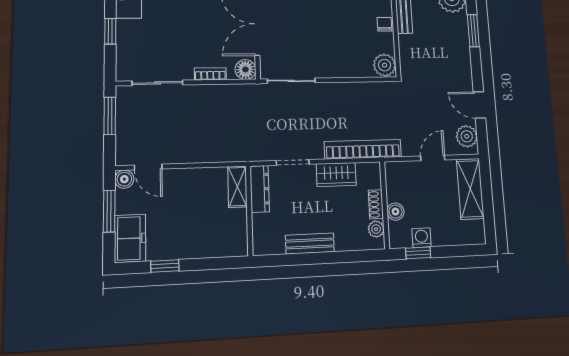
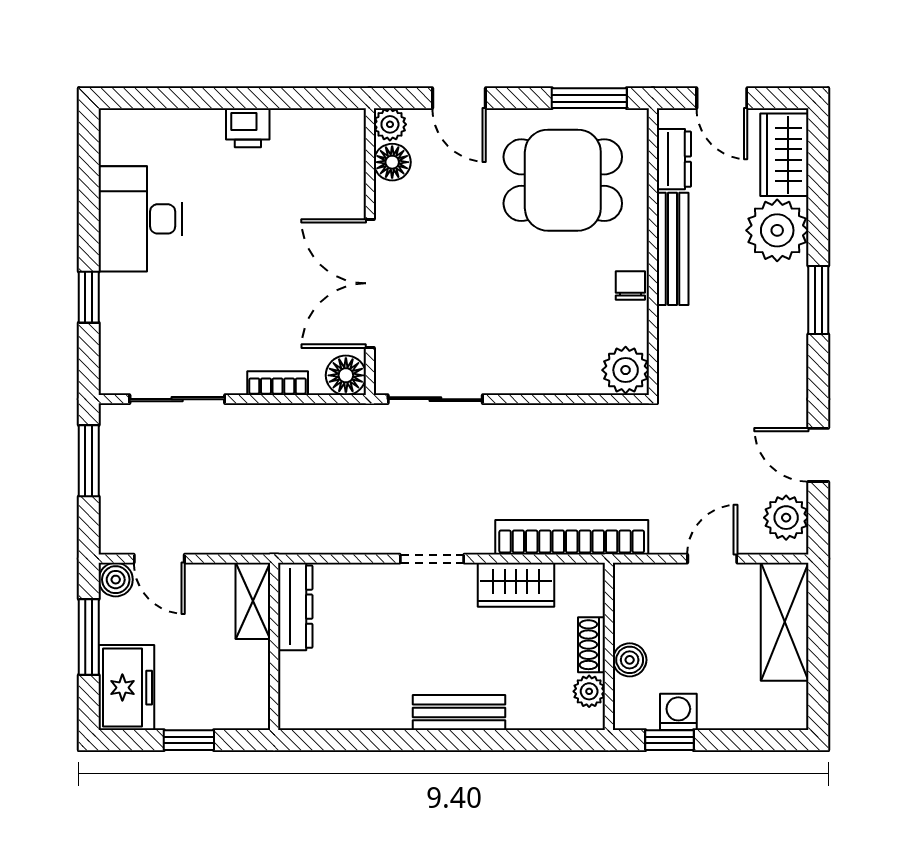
shelving: (237, 187) -> (253, 601), moved
dresser: (260, 189) -> (295, 607), moved
wall: (249, 211) -> (274, 646), moved

